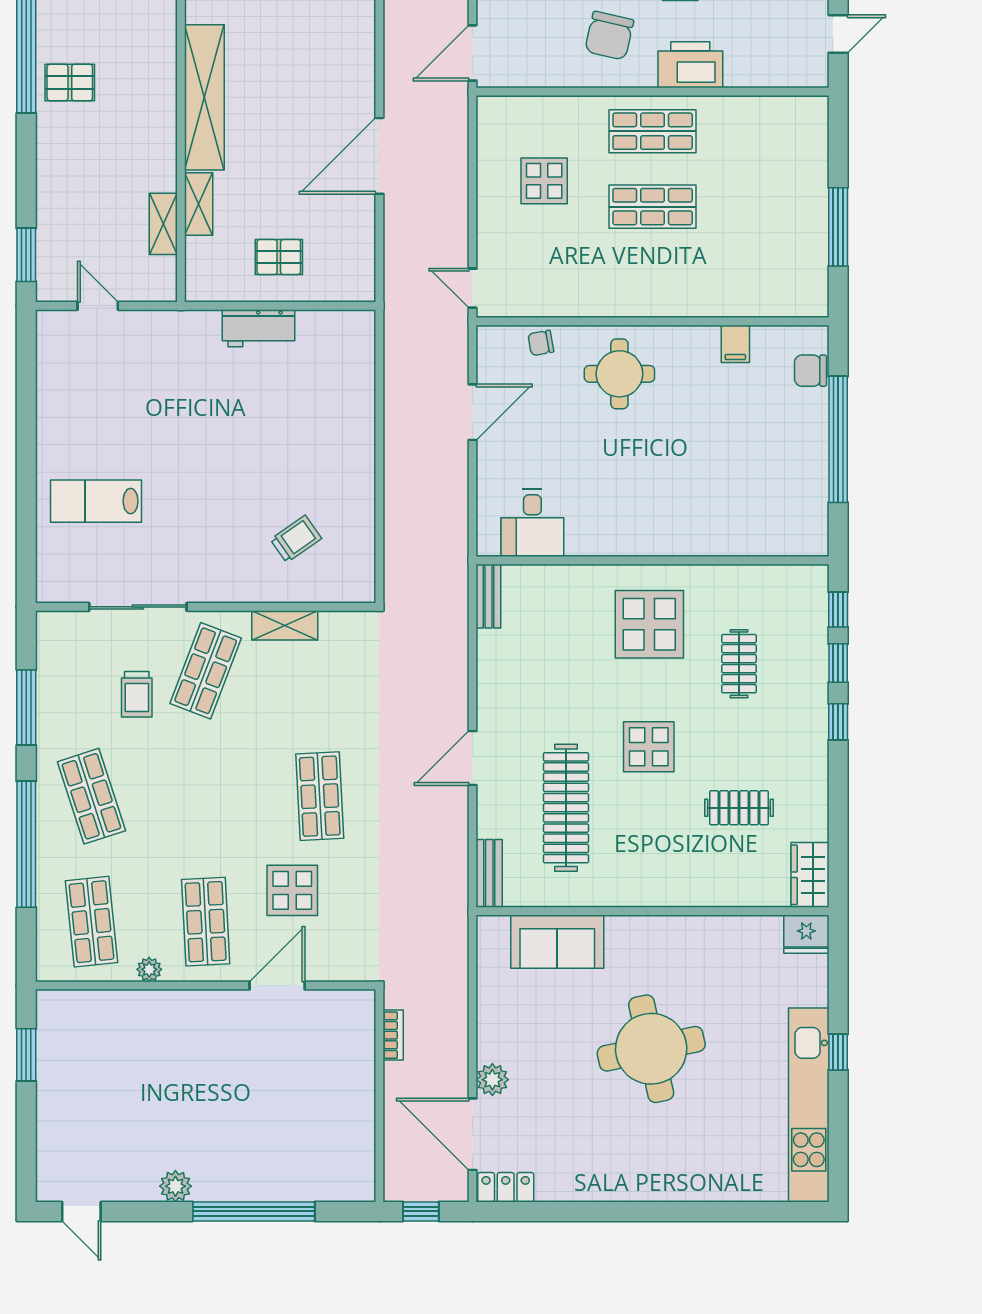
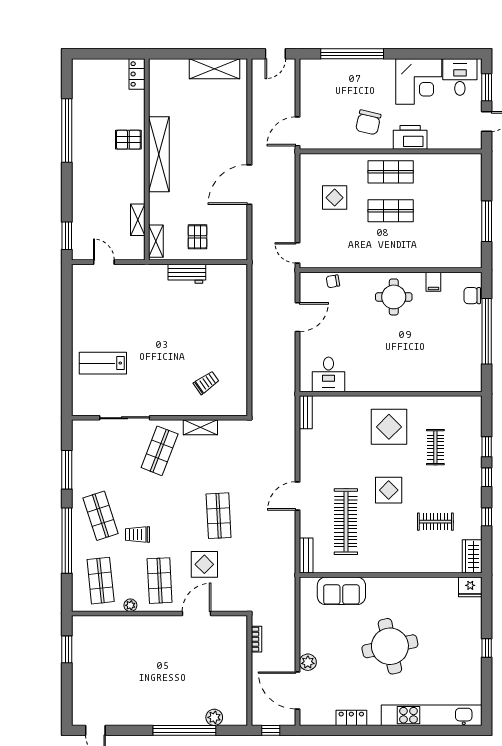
pallet: (70, 83) -> (128, 140), moved
shelving: (199, 204) -> (156, 241), moved
pallet: (279, 257) -> (197, 237), turned 90
round table: (619, 374) -> (394, 297), moved
window: (838, 610) -> (487, 517), moved
trolley: (137, 694) -> (137, 535), moved, turned 90
kitchen unit: (809, 1105) -> (432, 715), moved, turned 90
plant: (175, 1186) -> (214, 717), moved
locker: (506, 1187) -> (351, 718), moved

